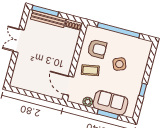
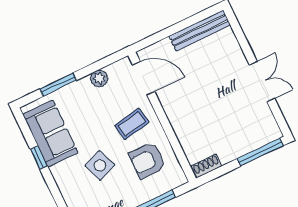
bench: (48, 19) -> (200, 30), moved
sofa: (110, 103) -> (50, 134), moved, turned -90

